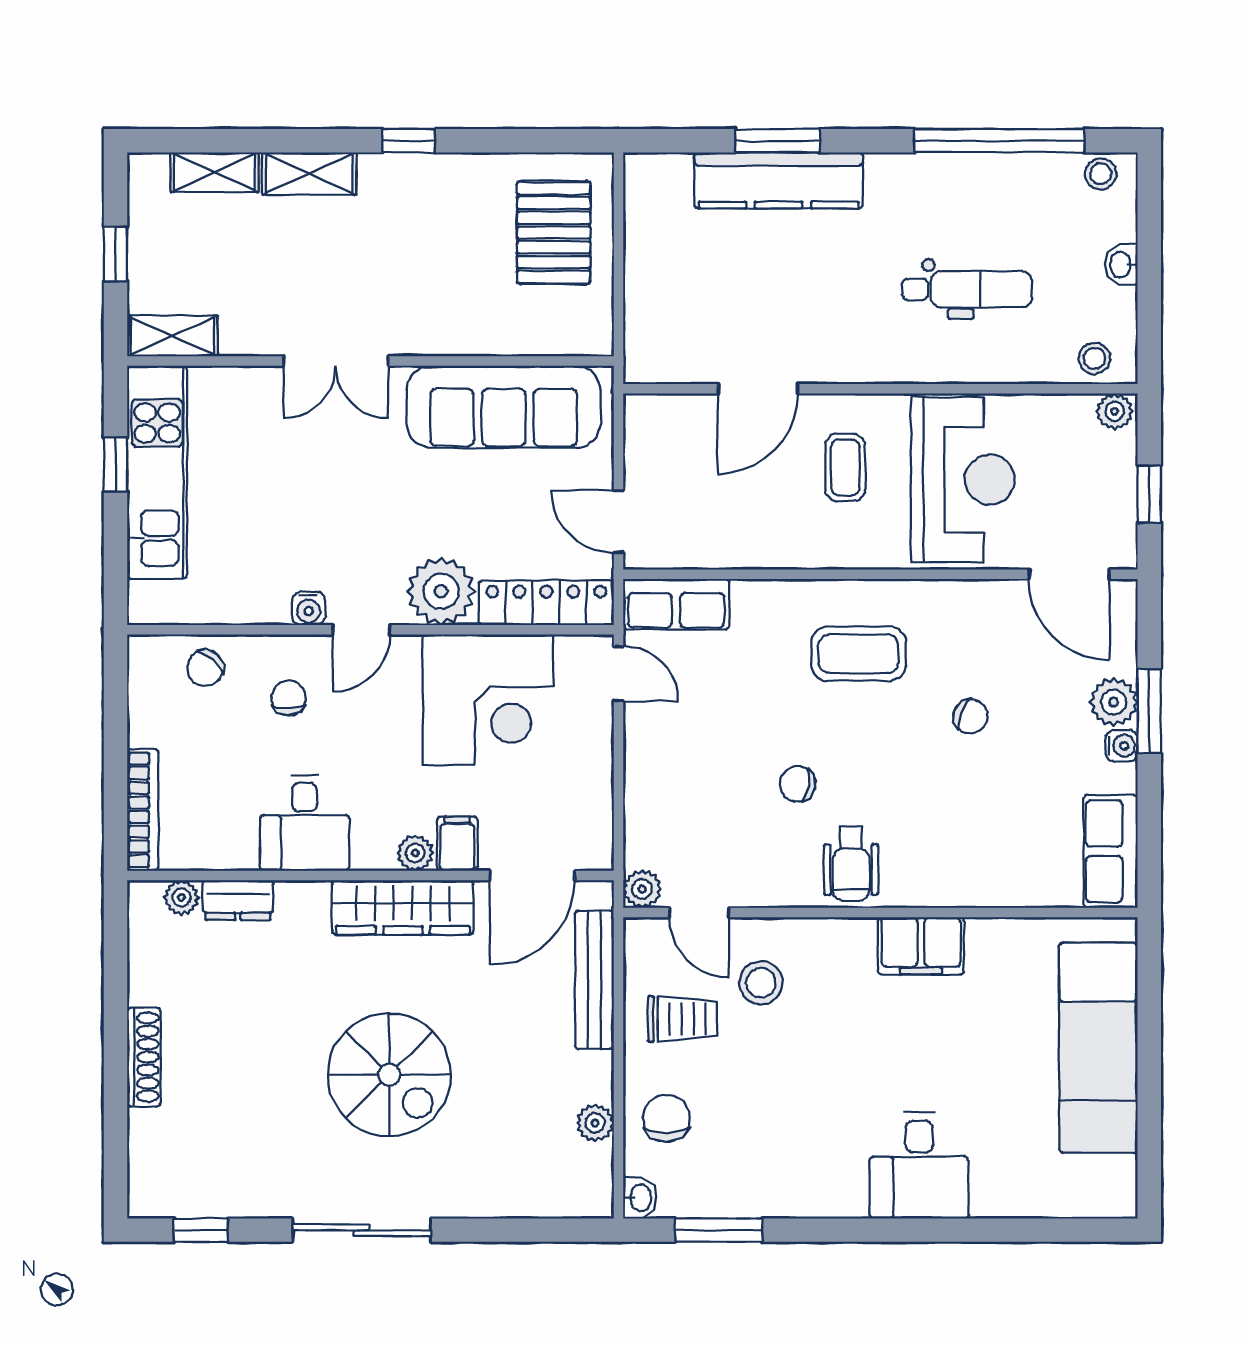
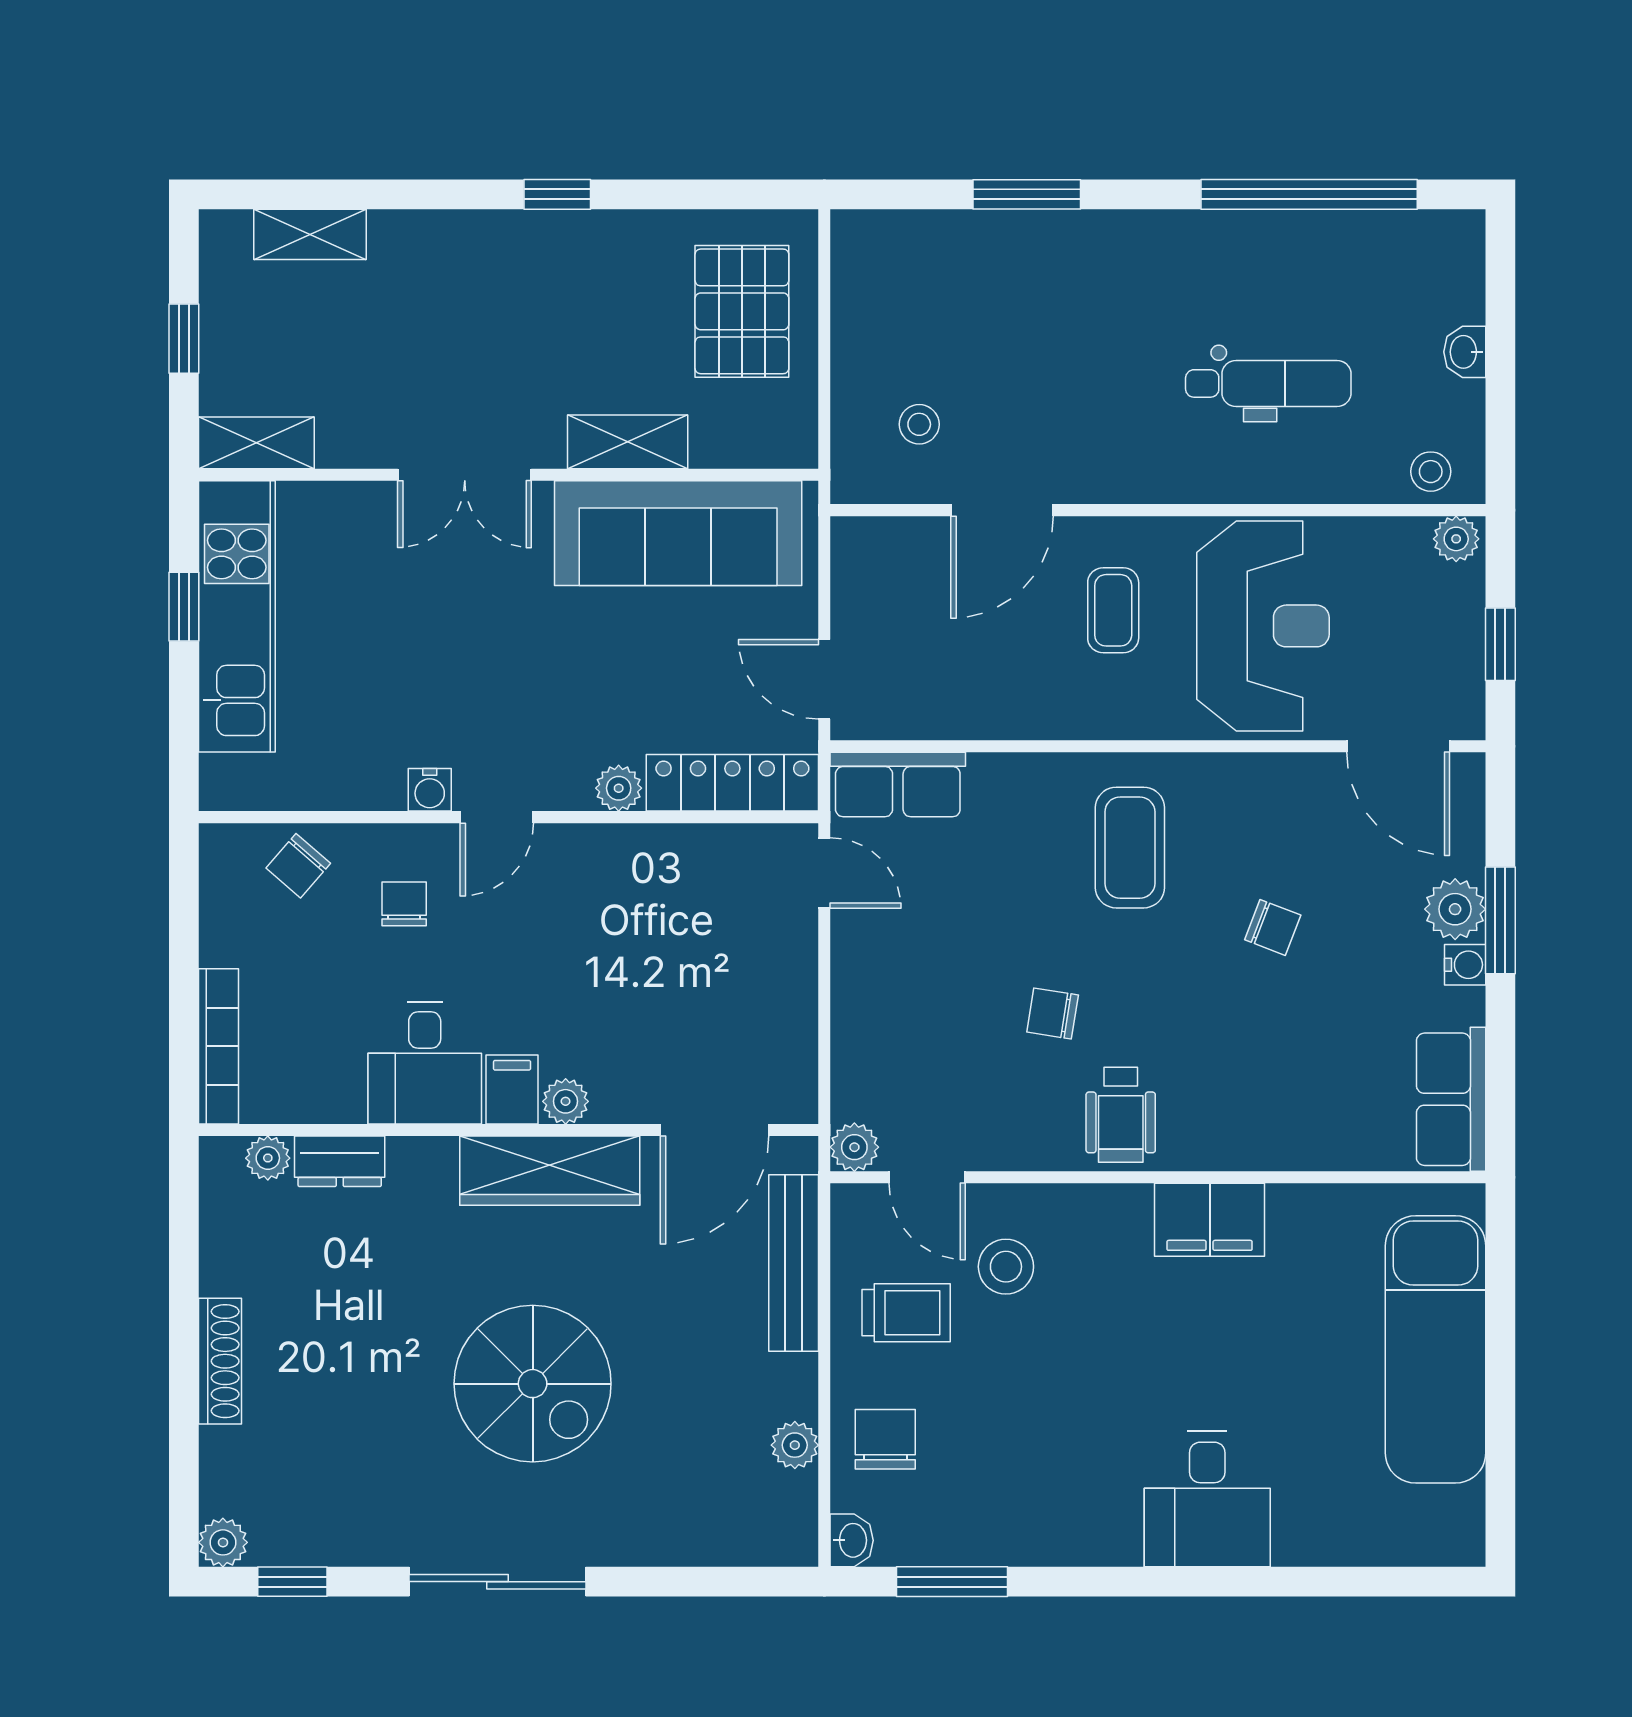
shelving: (309, 173) -> (628, 442), moved
stool: (1101, 174) -> (919, 424), moved
kitchen counter: (779, 180) -> (1028, 245), removed
plant: (441, 591) -> (619, 788), width x0.53, depth x0.53
coffee table: (858, 654) -> (1130, 848), turned 90
corner desk: (488, 700) -> (658, 906), removed
filing cabinet: (457, 844) -> (512, 1089), moved
plant: (146, 1199) -> (223, 1542), added

